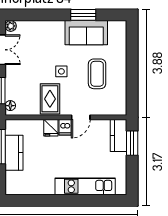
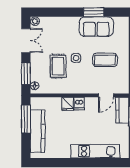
coffee table: (97, 74) -> (105, 60), turned 90
rug: (50, 99) -> (58, 66), moved
door: (81, 117) -> (106, 95), moved
kitchen counter: (14, 153) -> (38, 131), width x1.50

